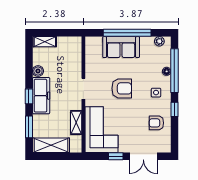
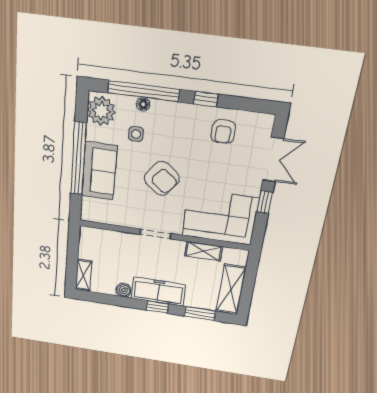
plant: (159, 41) -> (101, 111), width x1.88, depth x1.88
armchair: (122, 88) -> (162, 179), turned 128
side table: (156, 93) -> (136, 134), moved

